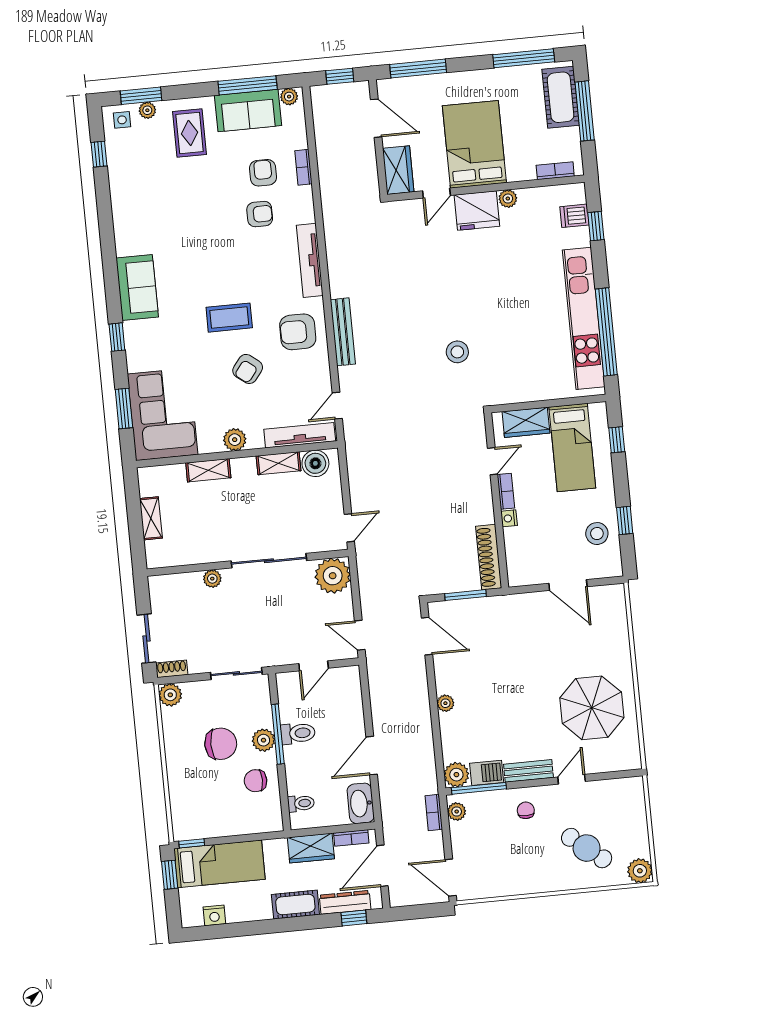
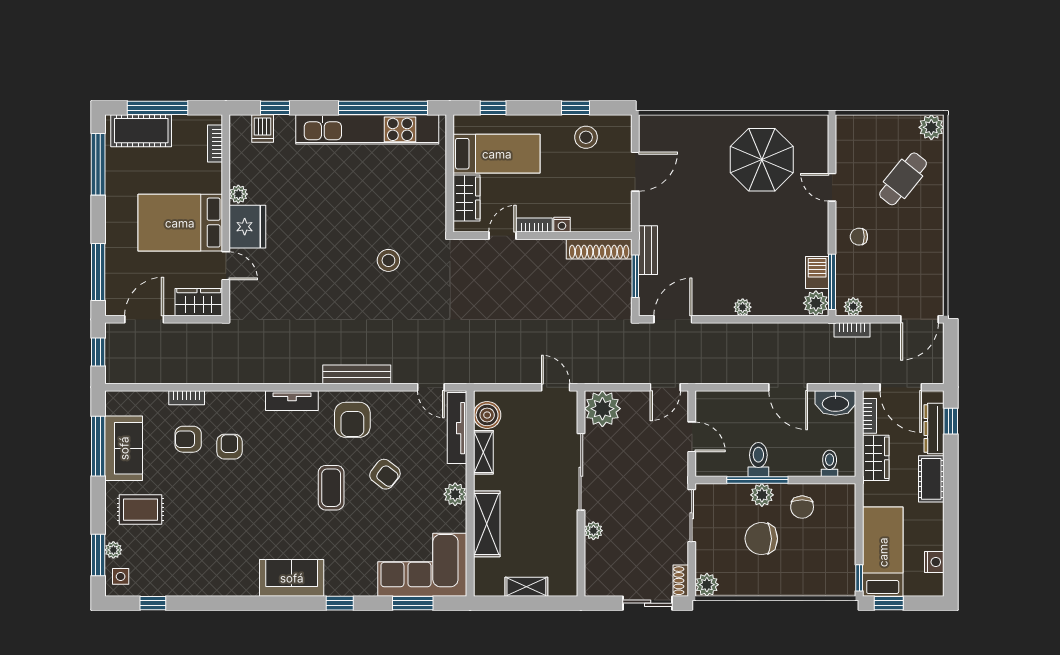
plant: (289, 97) -> (114, 405), removed
tv unit: (310, 260) -> (292, 401), width x0.71
door: (493, 461) -> (502, 236), hinge flipped
shelving: (208, 470) -> (487, 524), width x1.50, depth x1.33
chair: (221, 744) -> (761, 539), turned -90
bench: (528, 771) -> (648, 250), moved

